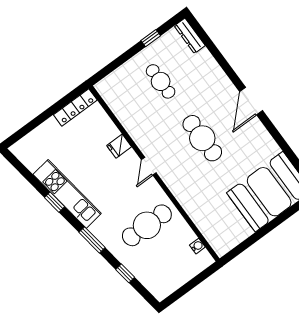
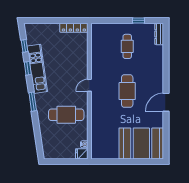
door: (251, 101) -> (166, 102), moved
fridge: (119, 146) -> (82, 154), moved
window: (125, 273) -> (24, 46), moved

